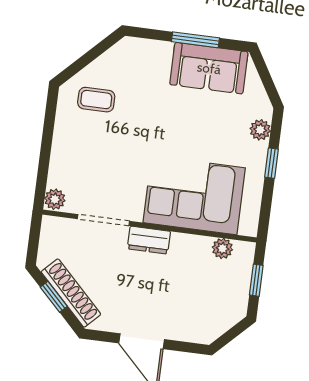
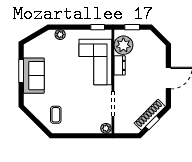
sofa: (209, 68) -> (34, 76), moved
window: (271, 163) -> (98, 27), moved
dresser: (149, 240) -> (120, 65), moved
plant: (222, 248) -> (123, 45), width x1.87, depth x1.87

